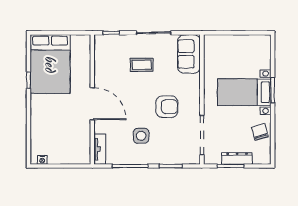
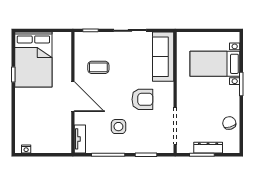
sofa: (189, 54) -> (163, 57), width x1.36
coffee table: (142, 65) -> (98, 67), moved
bed with nightstands: (244, 92) -> (215, 64), moved

